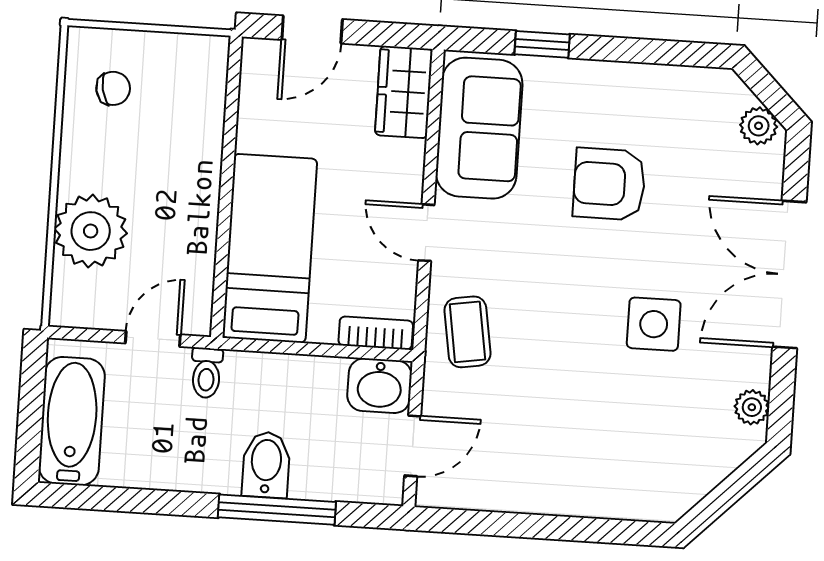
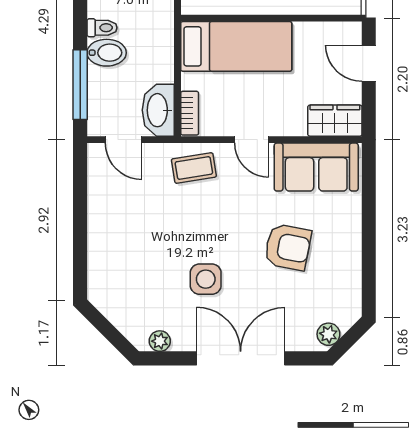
window: (542, 44) -> (369, 201), removed
armchair: (609, 184) -> (288, 247), turned 101
door: (426, 233) -> (252, 140), swing flipped
toilet: (206, 373) -> (102, 28), moved, turned 180
washbasin: (379, 386) -> (158, 110), width x1.38
window: (277, 510) -> (80, 85), moved

